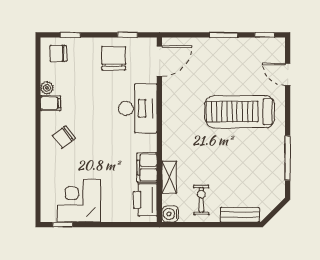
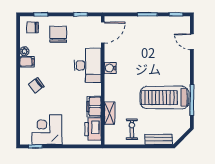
chair: (114, 58) -> (58, 34), moved
treadmill: (240, 112) -> (165, 98), moved
water cooler: (170, 214) -> (110, 68), moved

